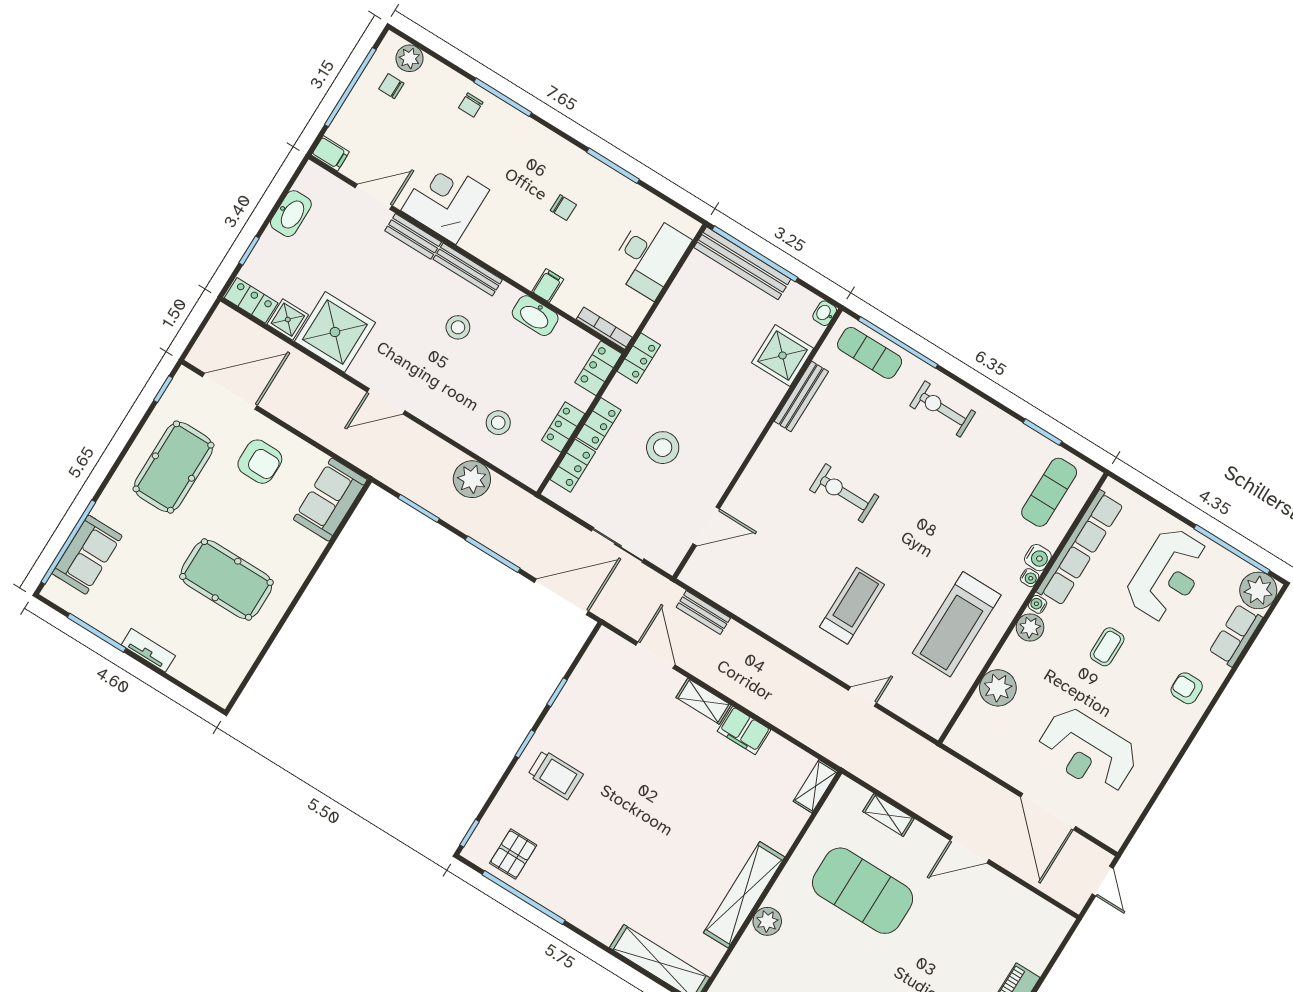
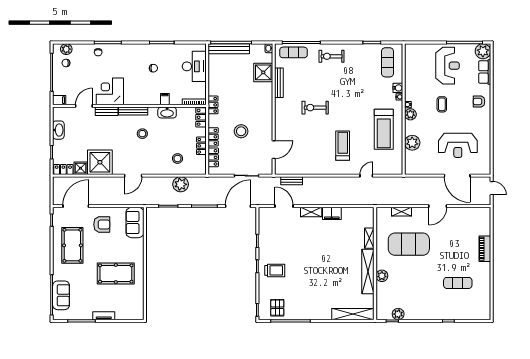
row of seats: (1080, 548) -> (411, 75), removed
shelving: (816, 786) -> (369, 238), moved

